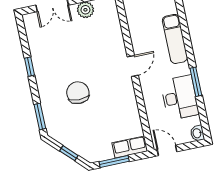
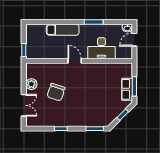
chair: (78, 93) -> (56, 92), moved, turned -72
desk: (180, 98) -> (101, 48), moved, turned 180
row of seats: (130, 147) -> (127, 89), moved
door: (167, 150) -> (134, 40), moved

